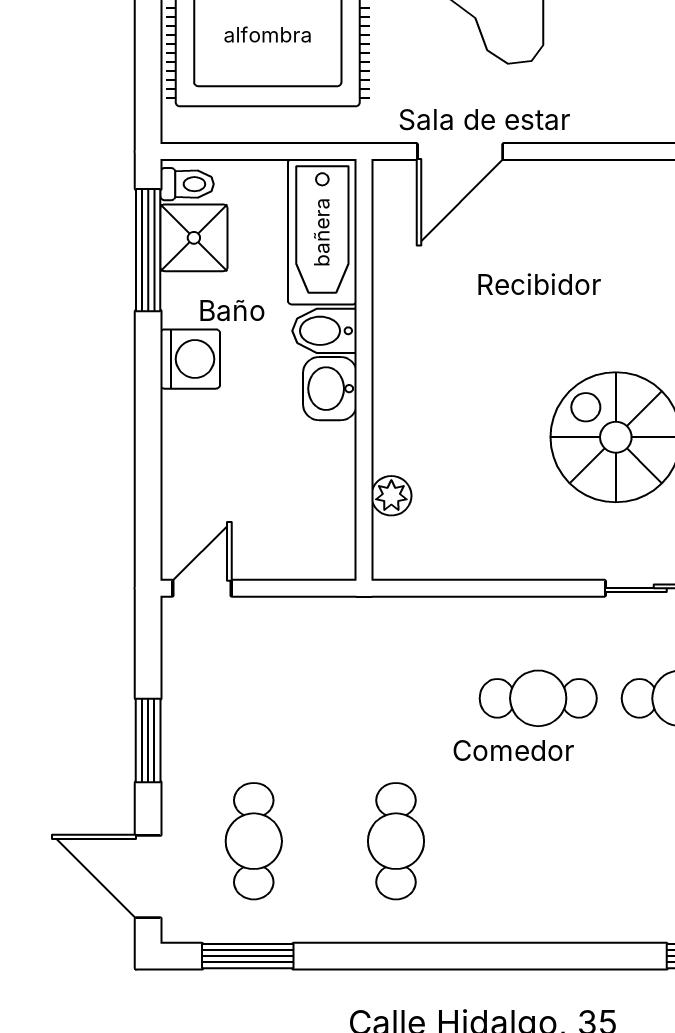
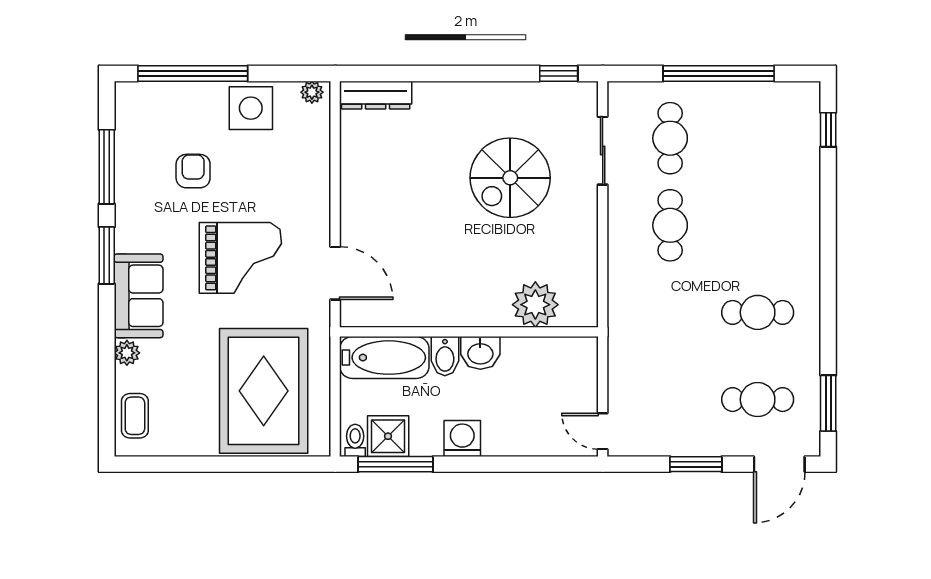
plant: (391, 496) -> (535, 305), width x1.88, depth x1.88

